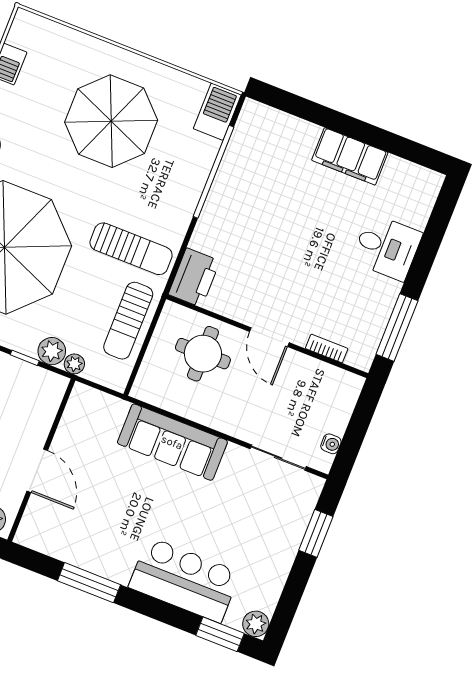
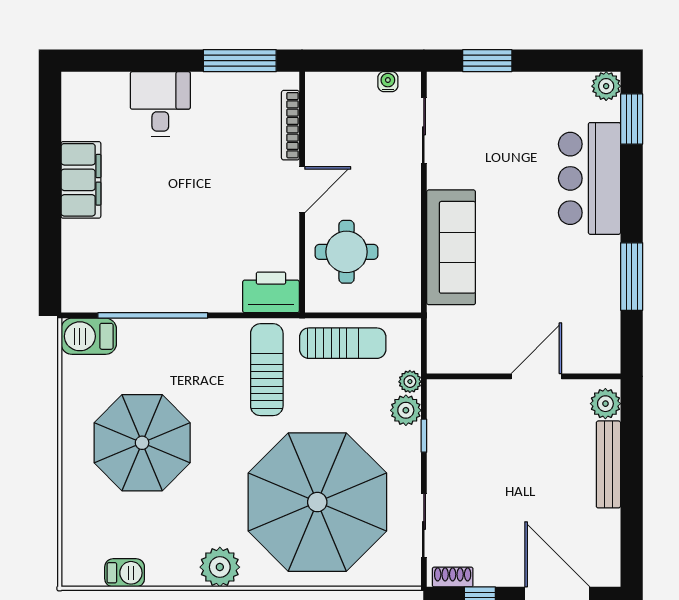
bookcase: (327, 348) -> (290, 125), width x1.56

